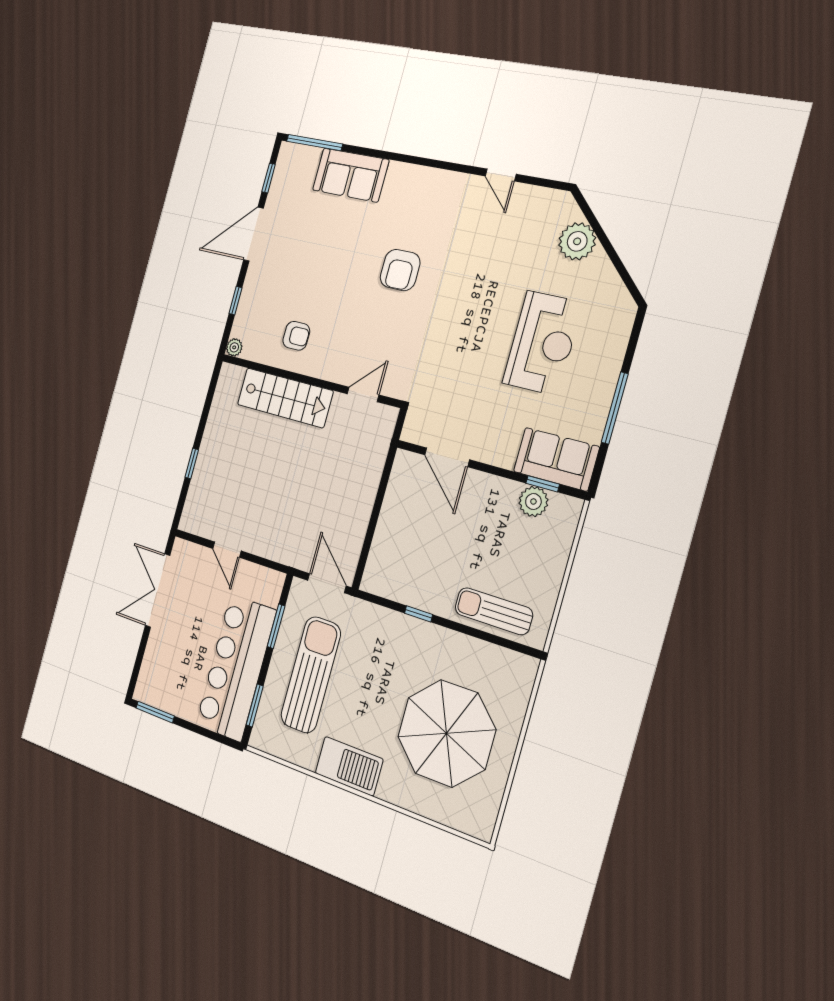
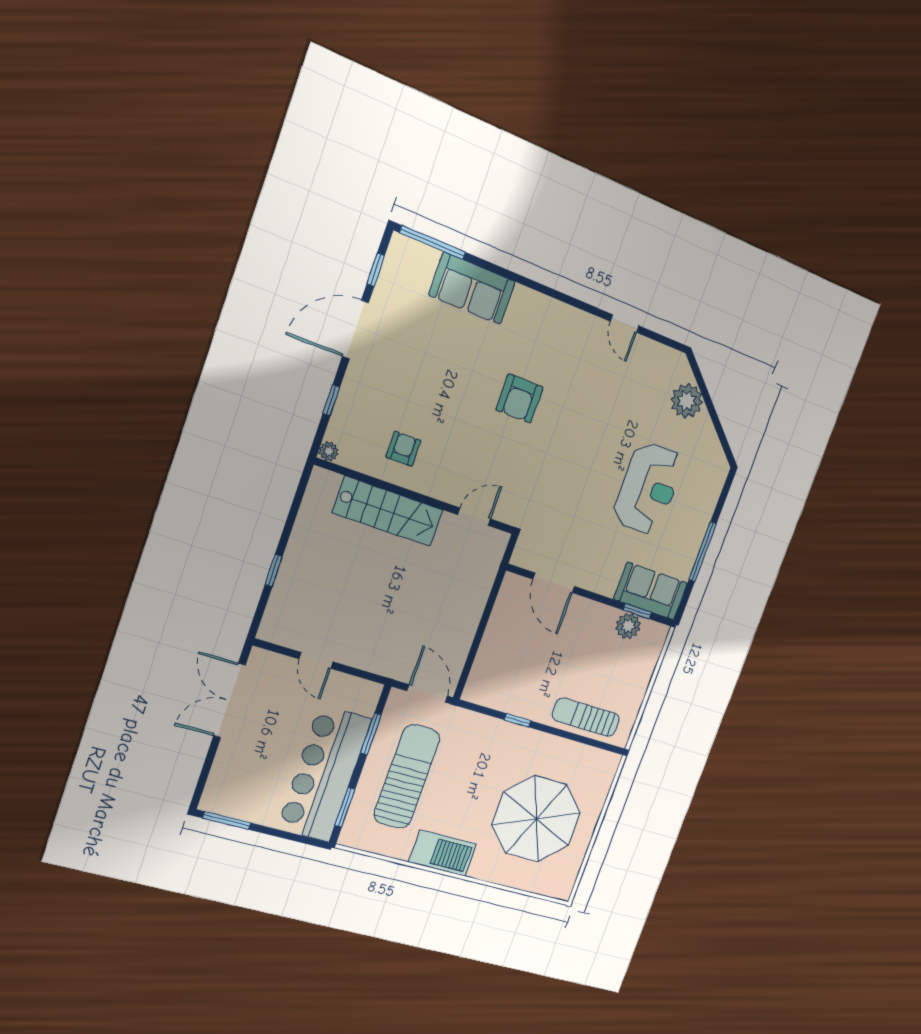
armchair: (296, 336) -> (403, 449), turned -90

